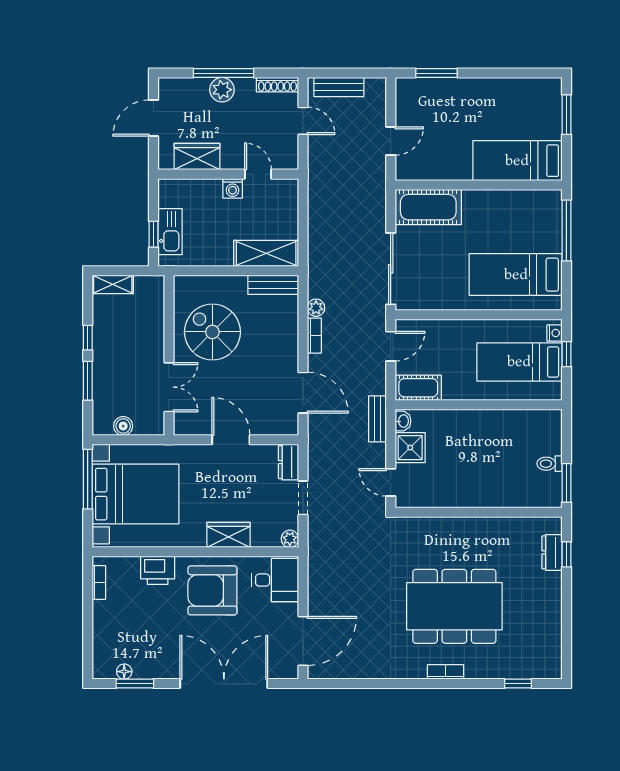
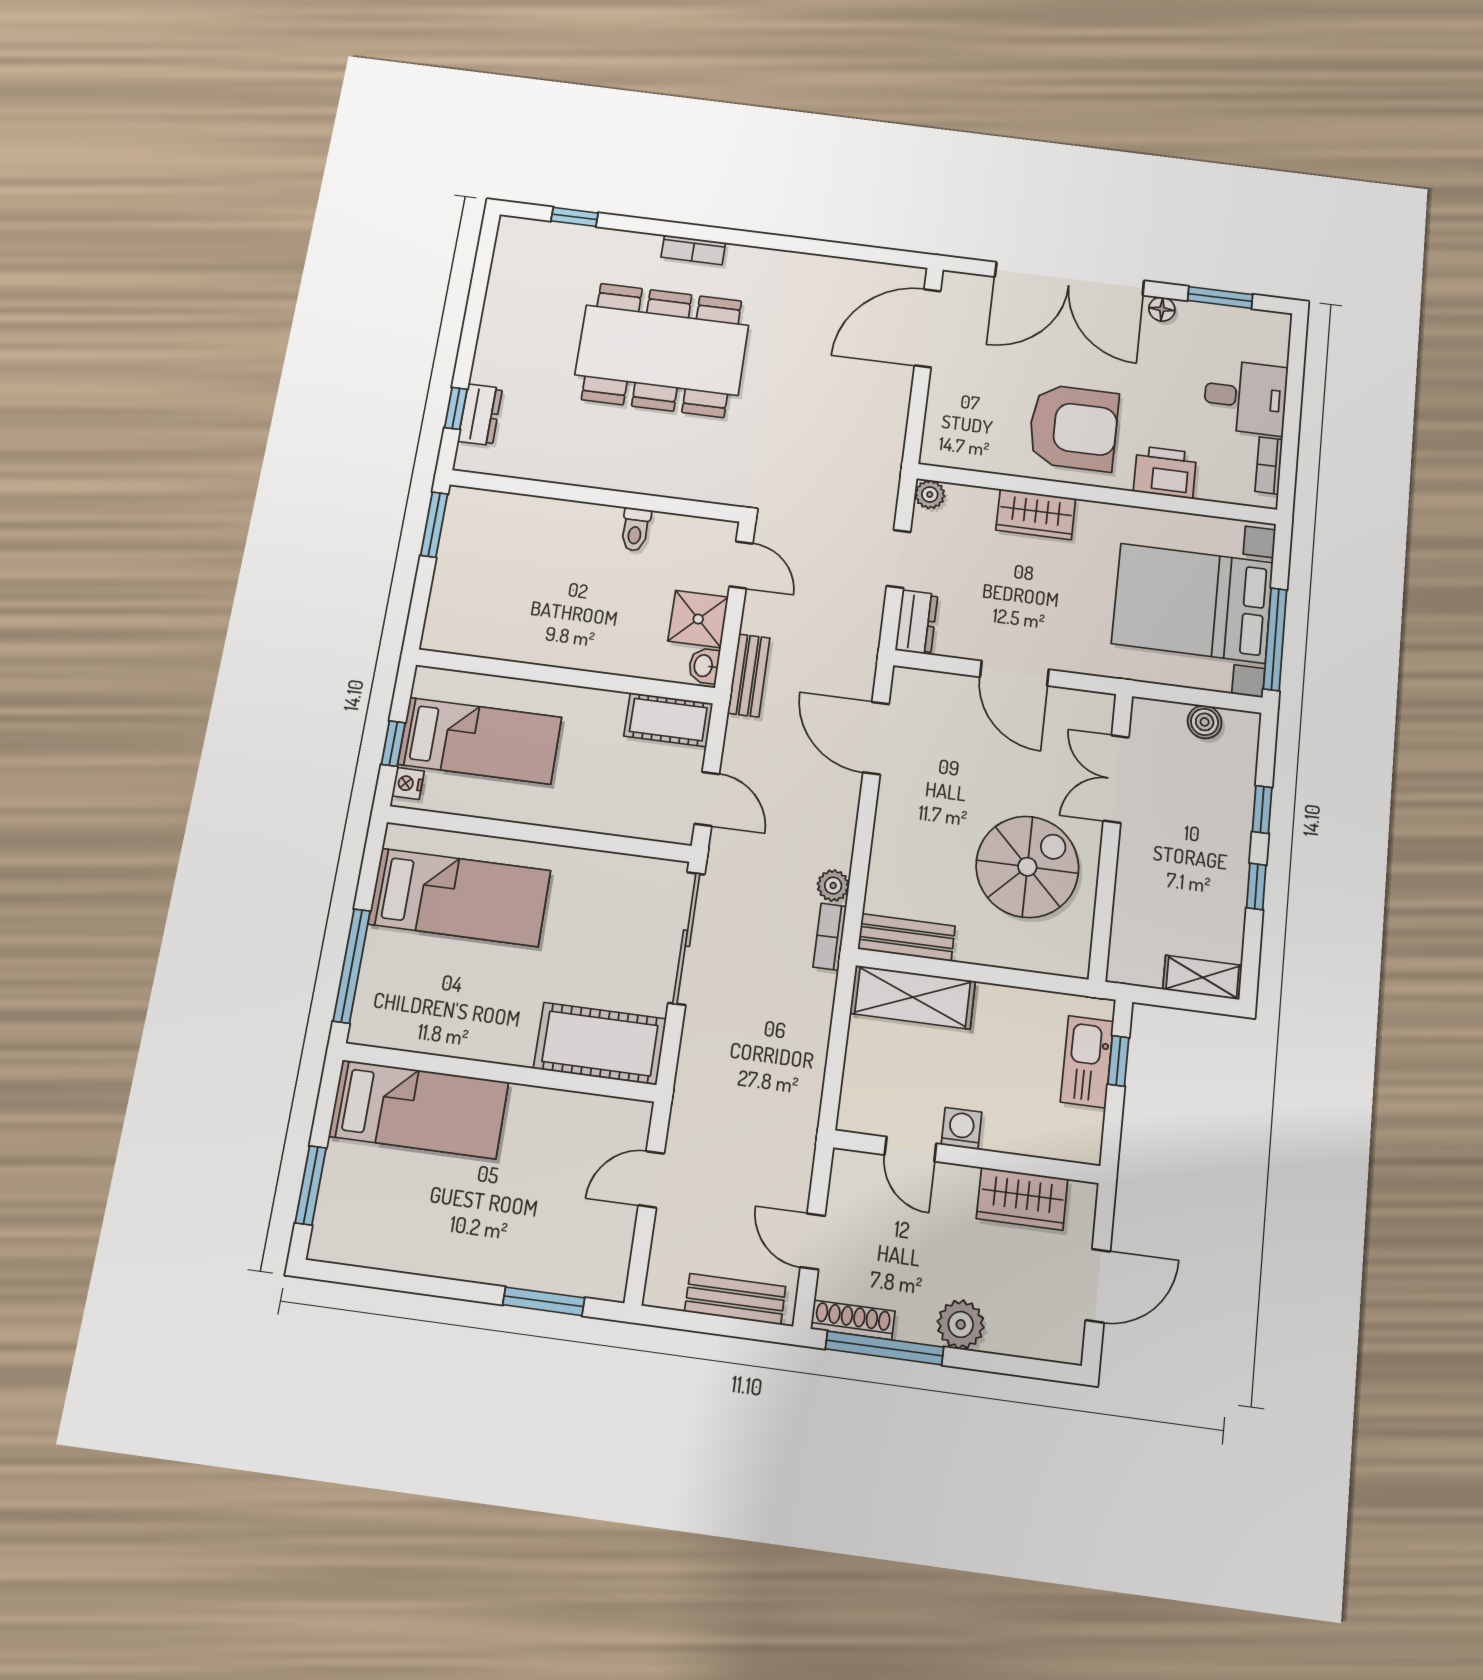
window: (223, 73) -> (885, 1348), moved
spiral stairs: (212, 332) -> (1027, 867), turned -90
bookcase: (314, 336) -> (830, 937), moved
door: (391, 346) -> (707, 799), swing flipped
window: (88, 381) -> (1262, 810), width x0.67
toilet: (549, 464) -> (635, 529), moved, turned 90
desk: (275, 580) -> (1245, 397), moved, turned 180
floor lamp: (124, 672) -> (1162, 309), moved

